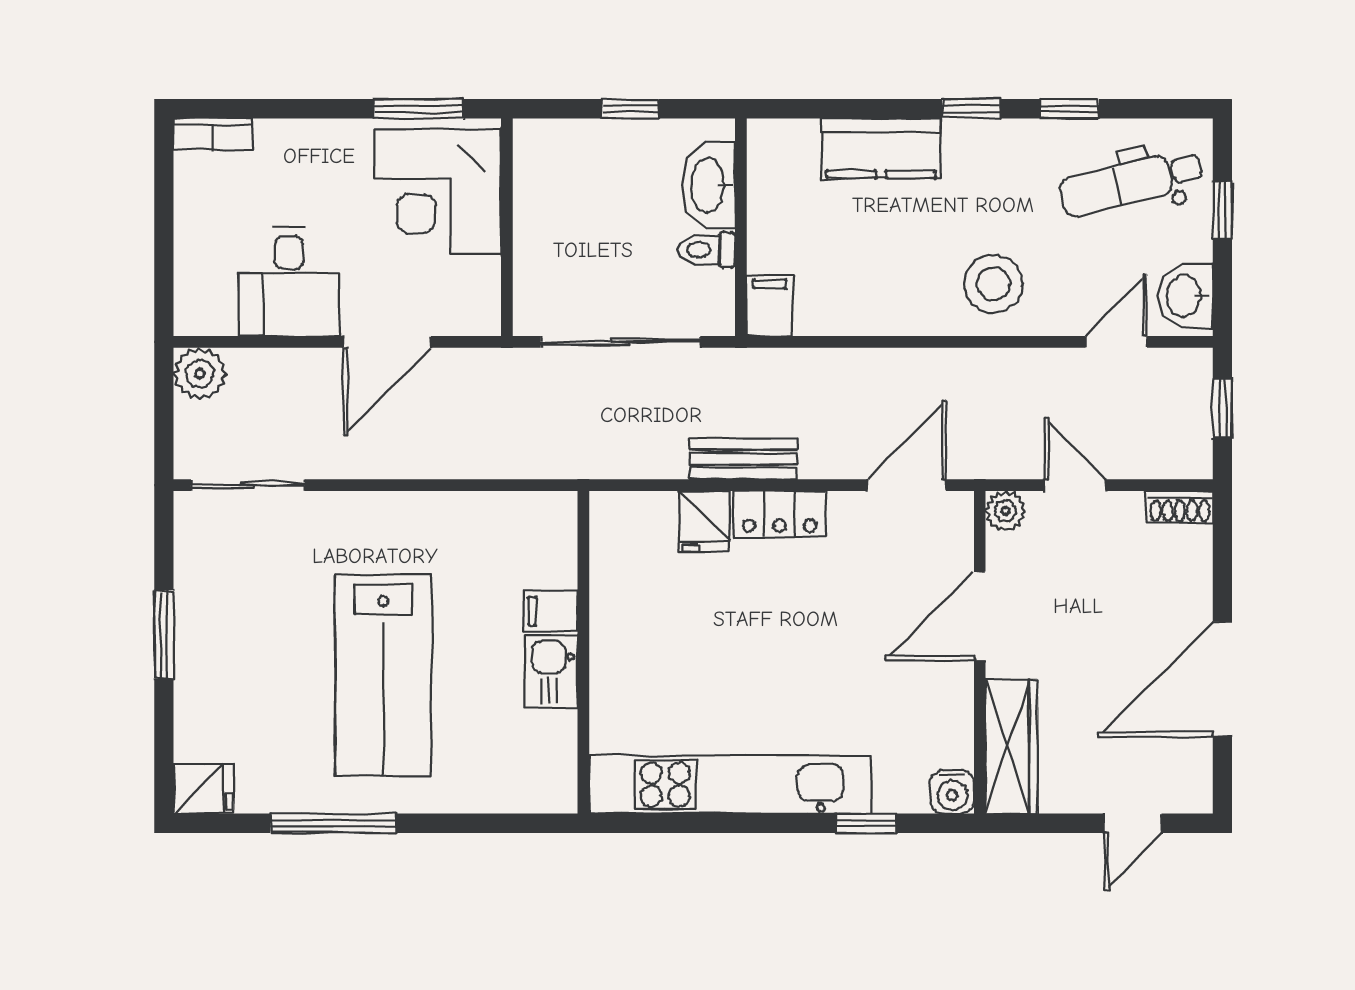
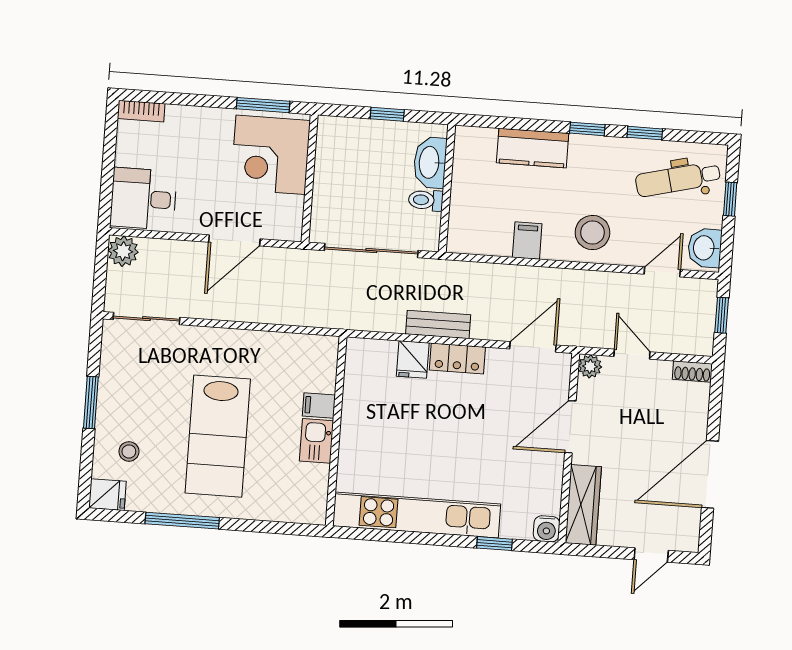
desk: (289, 282) -> (143, 199), moved, turned 90
filing cabinet: (770, 305) -> (527, 241), moved
stool: (235, 713) -> (129, 451), added

